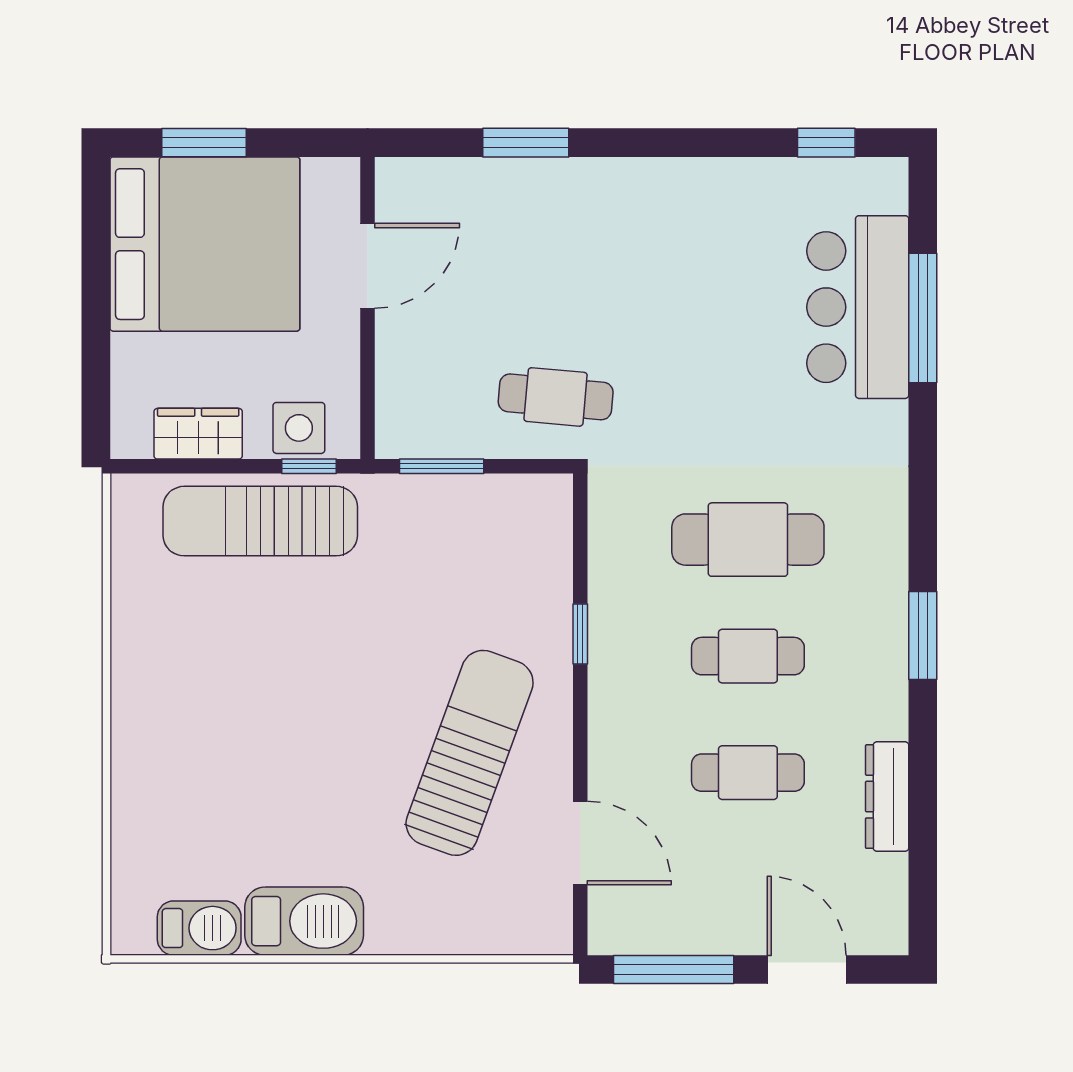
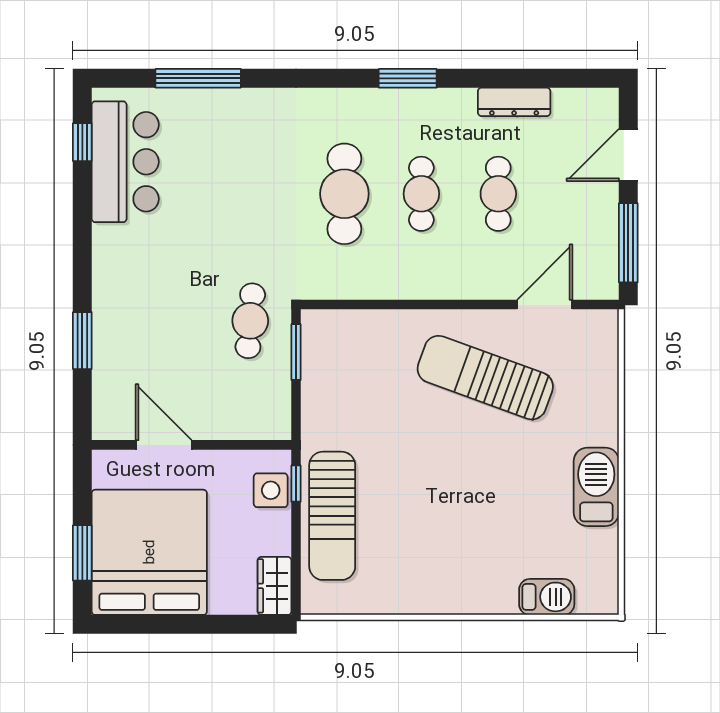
bar counter: (858, 307) -> (125, 162), moved, turned -90
wardrobe: (198, 434) -> (275, 586), moved
window: (442, 466) -> (296, 352), moved
window: (580, 634) -> (407, 305), removed
barbecue: (199, 928) -> (547, 597), moved, turned 90

